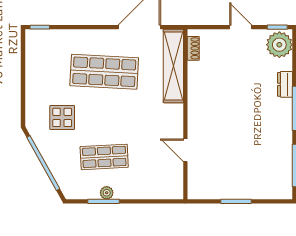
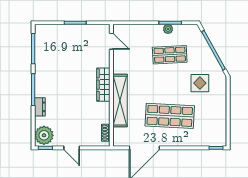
shelving: (173, 66) -> (120, 101), moved
wardrobe: (197, 115) -> (103, 85), added
door: (185, 150) -> (111, 41), moved

